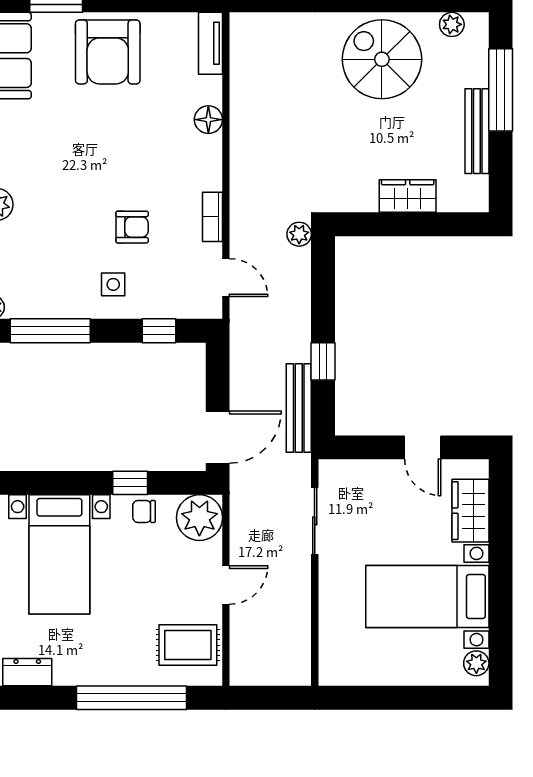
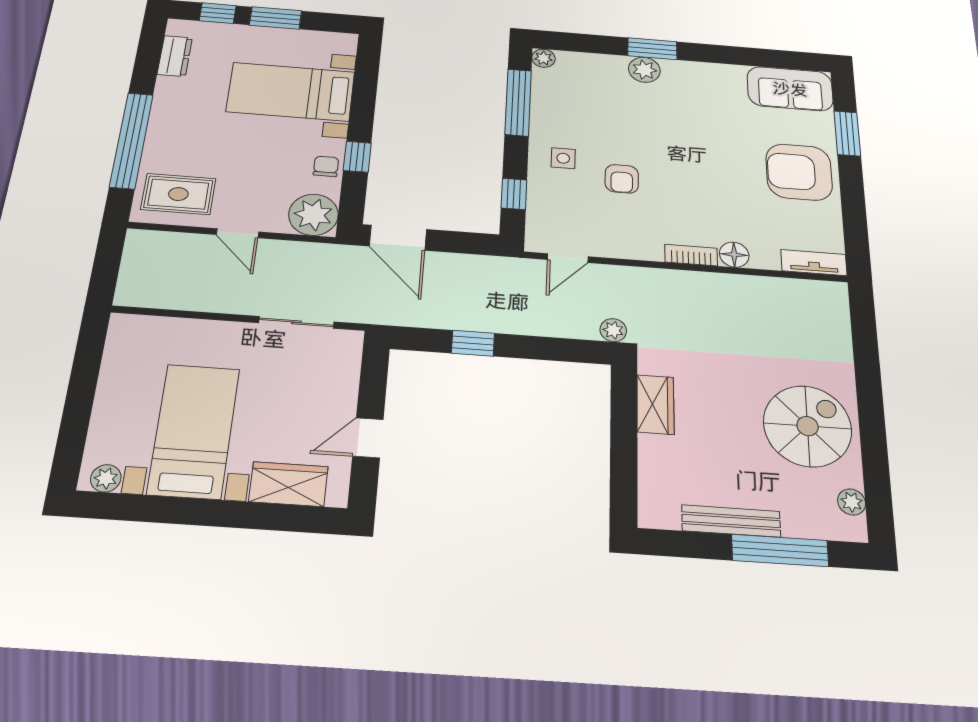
wardrobe: (408, 196) -> (655, 405), moved
bookcase: (212, 217) -> (691, 255), moved
bench: (299, 408) -> (423, 316), removed
rug: (188, 645) -> (178, 194), turned 90

